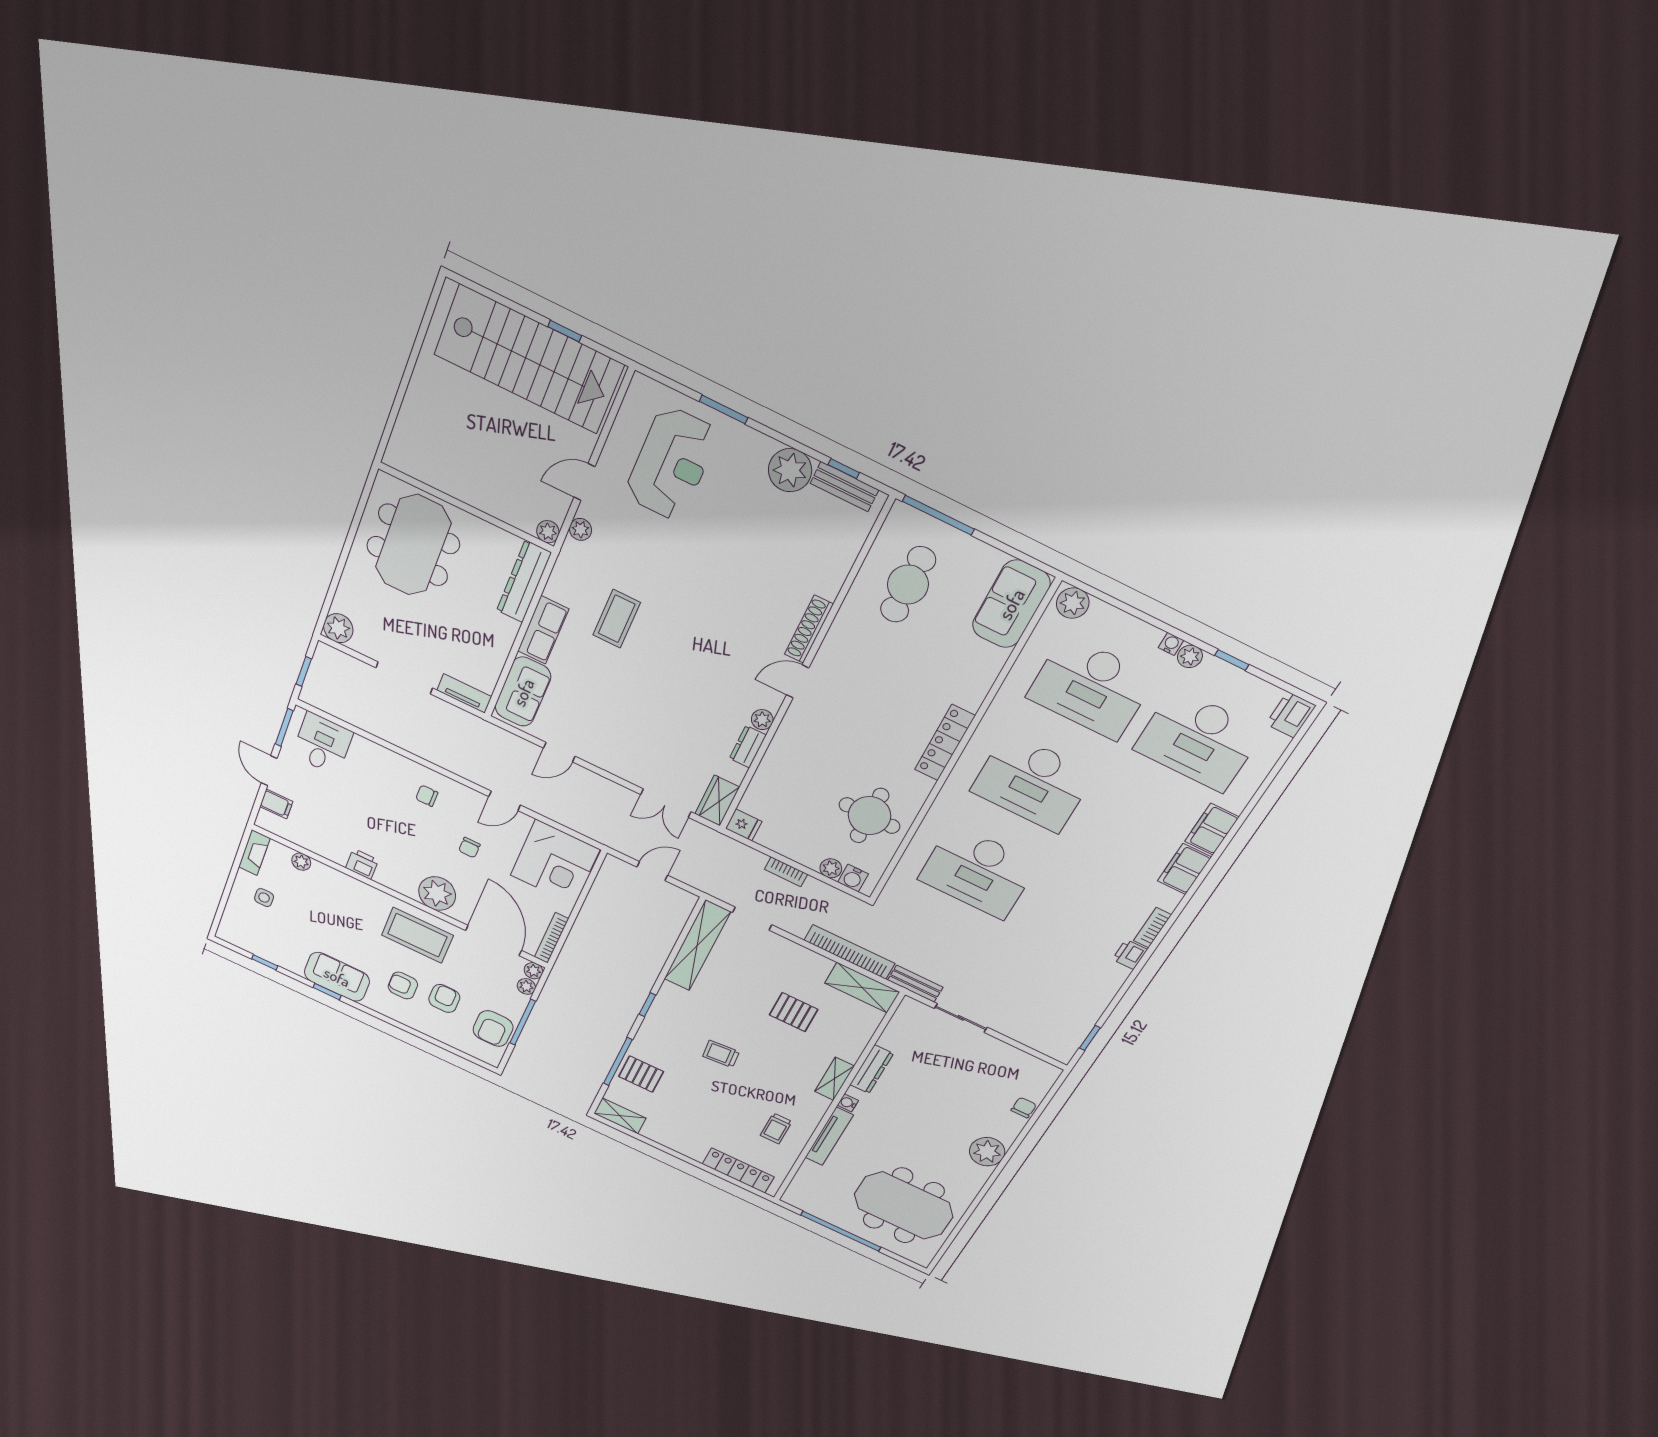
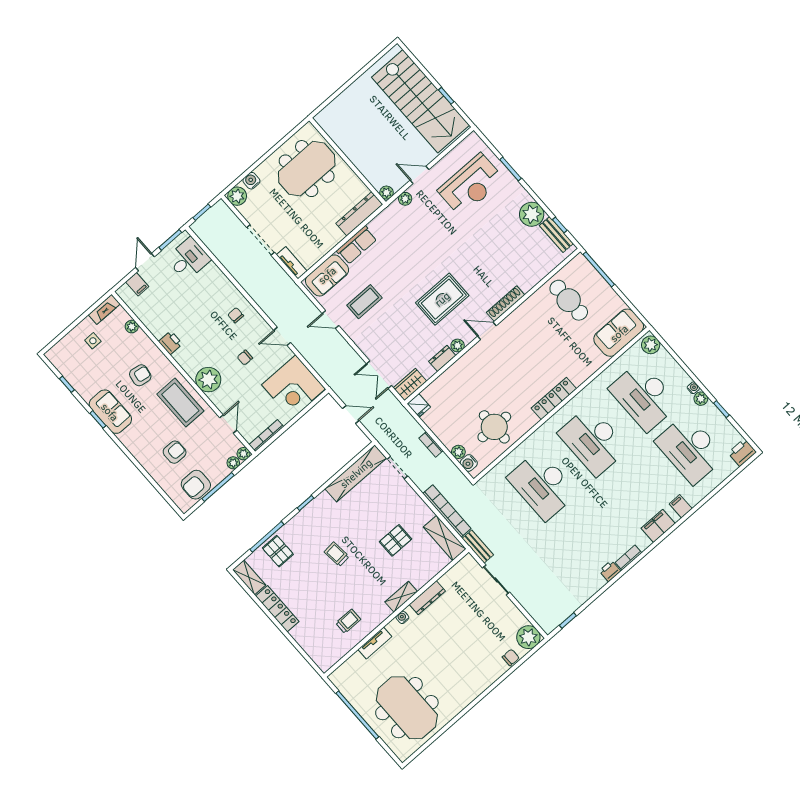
cafe table: (908, 585) -> (569, 300), turned 90
water cooler: (346, 597) -> (251, 181), added
coffee table: (617, 619) -> (364, 302), moved
rug: (708, 660) -> (442, 299), added
filing cabinet: (1212, 829) -> (681, 506), width x0.50
door: (494, 940) -> (228, 424), width x0.53
armchair: (403, 986) -> (140, 375), moved, turned 99
pallet: (794, 1012) -> (395, 540), turned 90
trolley: (776, 1128) -> (348, 621), turned 180
tv unit: (829, 1136) -> (375, 643), width x0.71
plant: (987, 1152) -> (528, 637), moved
locker: (738, 1170) -> (277, 609), moved

